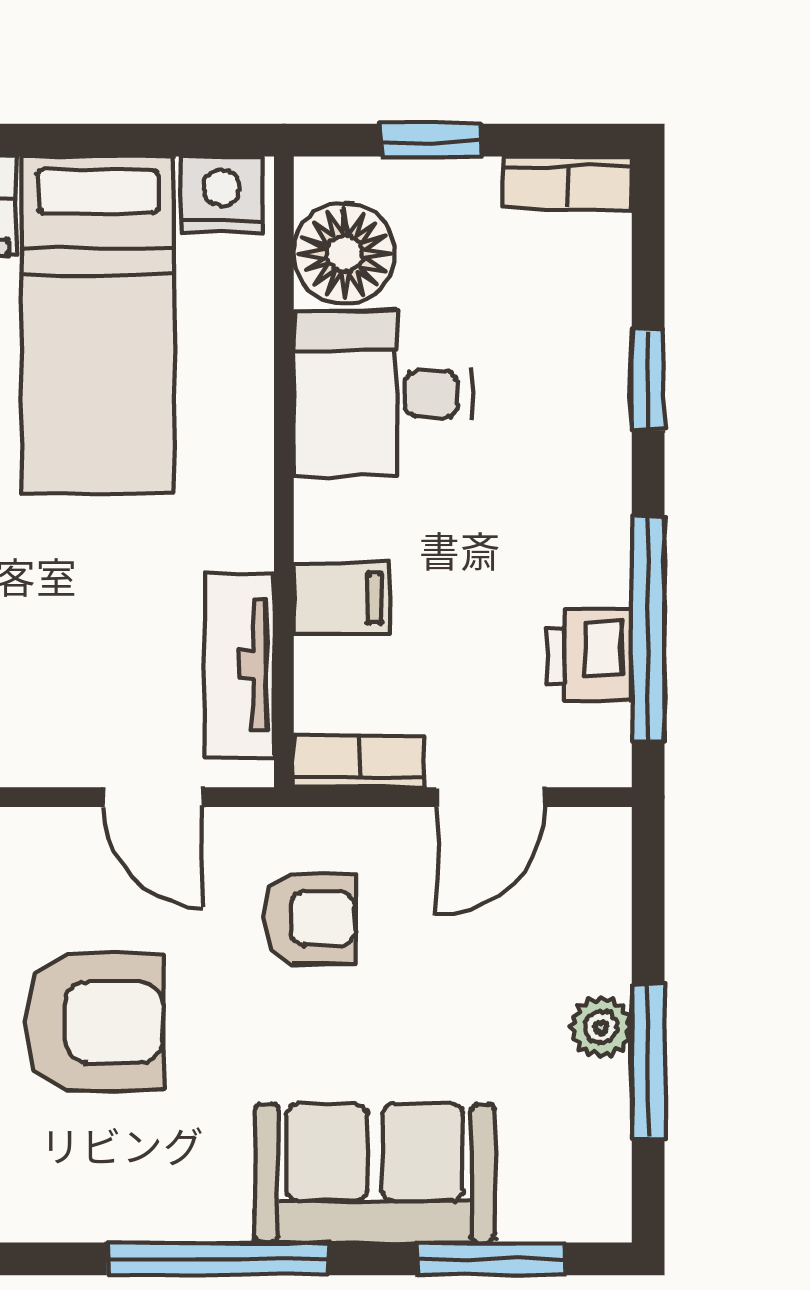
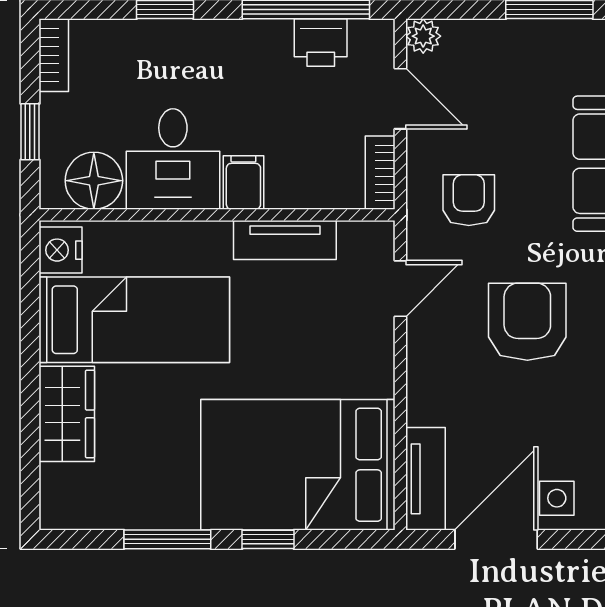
filing cabinet: (341, 598) -> (243, 183), moved
tv unit: (239, 665) -> (285, 240), moved
plant: (601, 1027) -> (423, 36), moved

